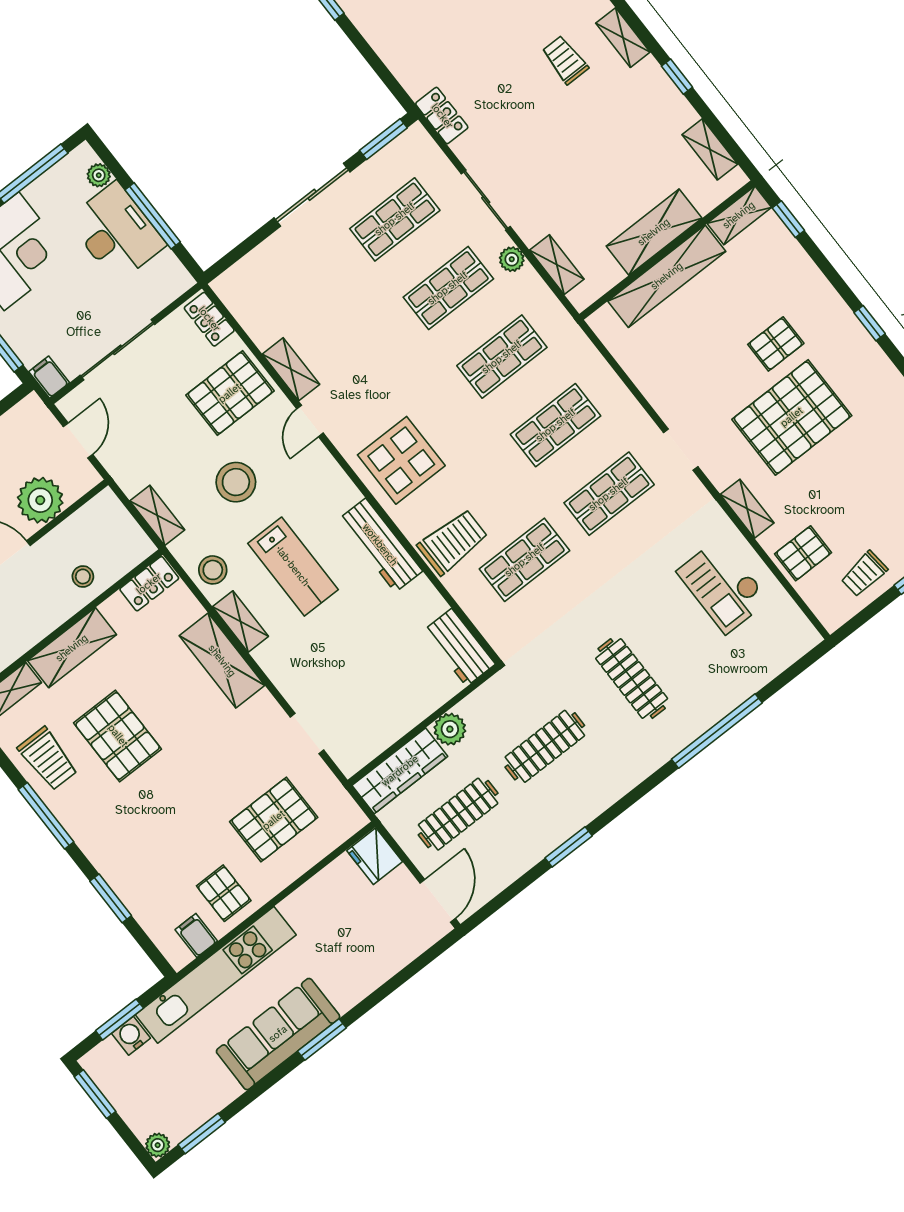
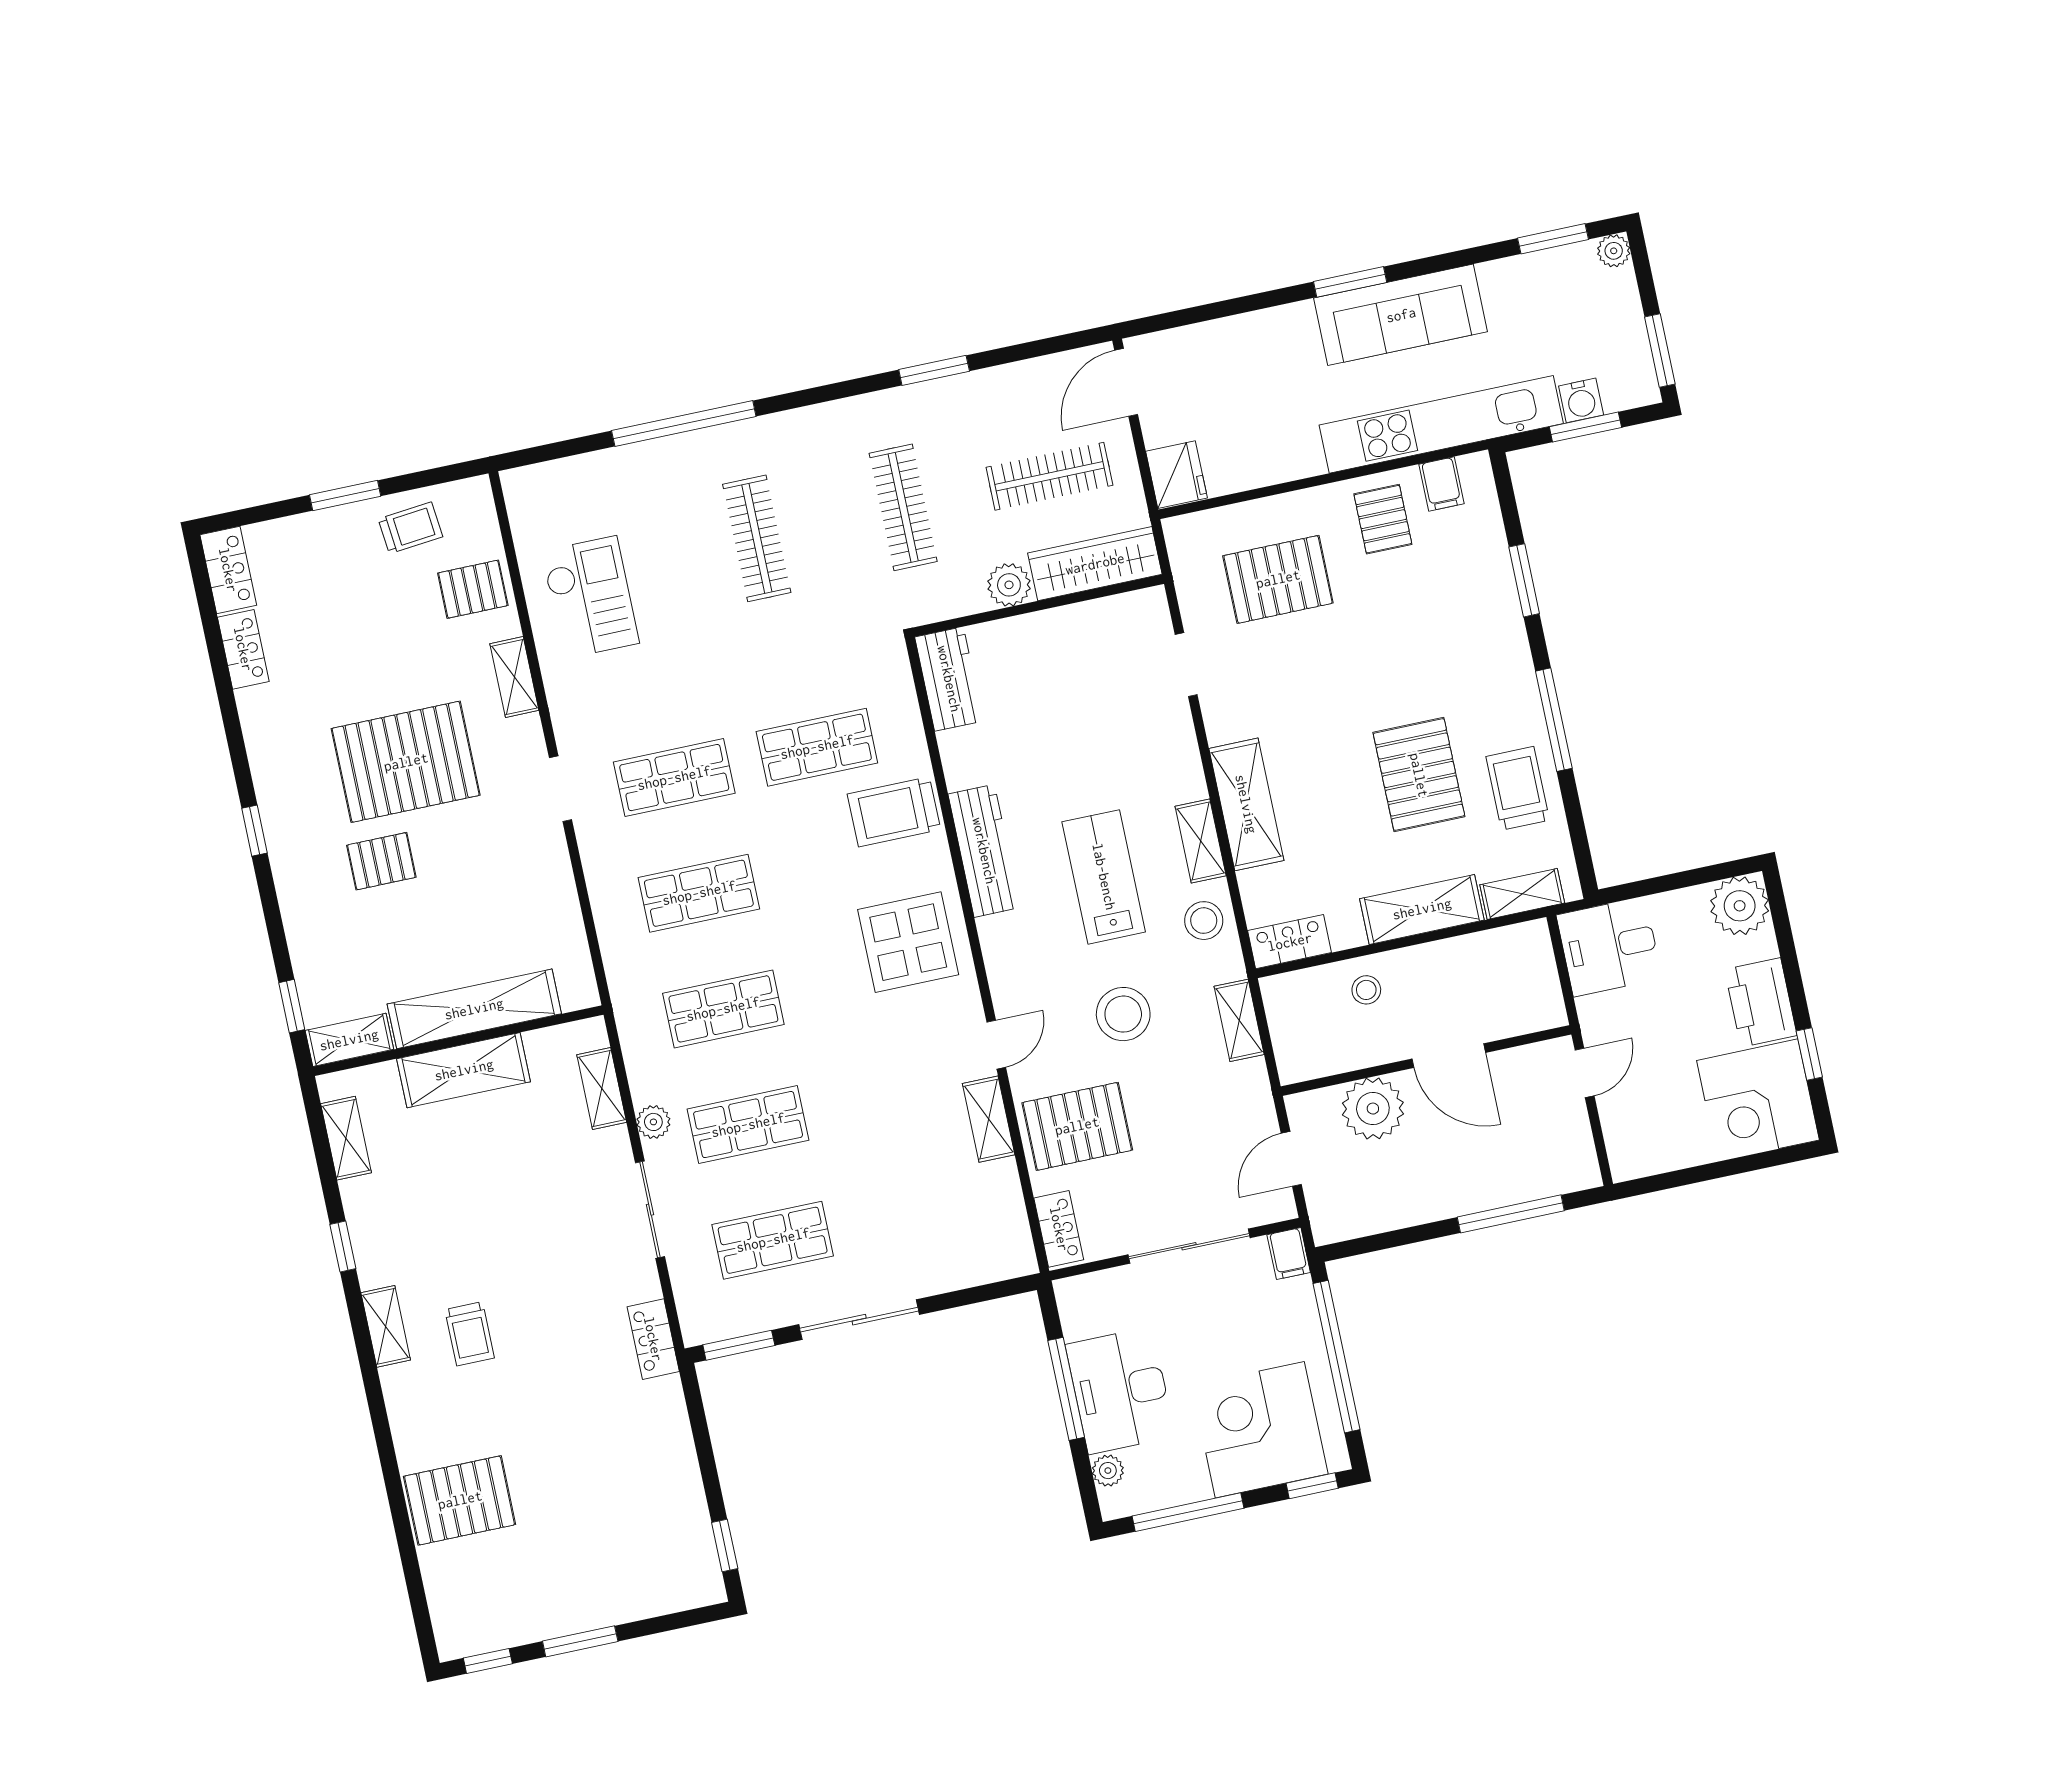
clothes rail: (545, 746) -> (903, 507), turned 90

